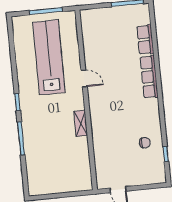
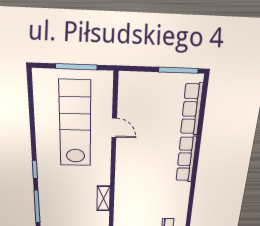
row of seats: (145, 40) -> (192, 109), width x1.48
door: (84, 79) -> (114, 128), moved

